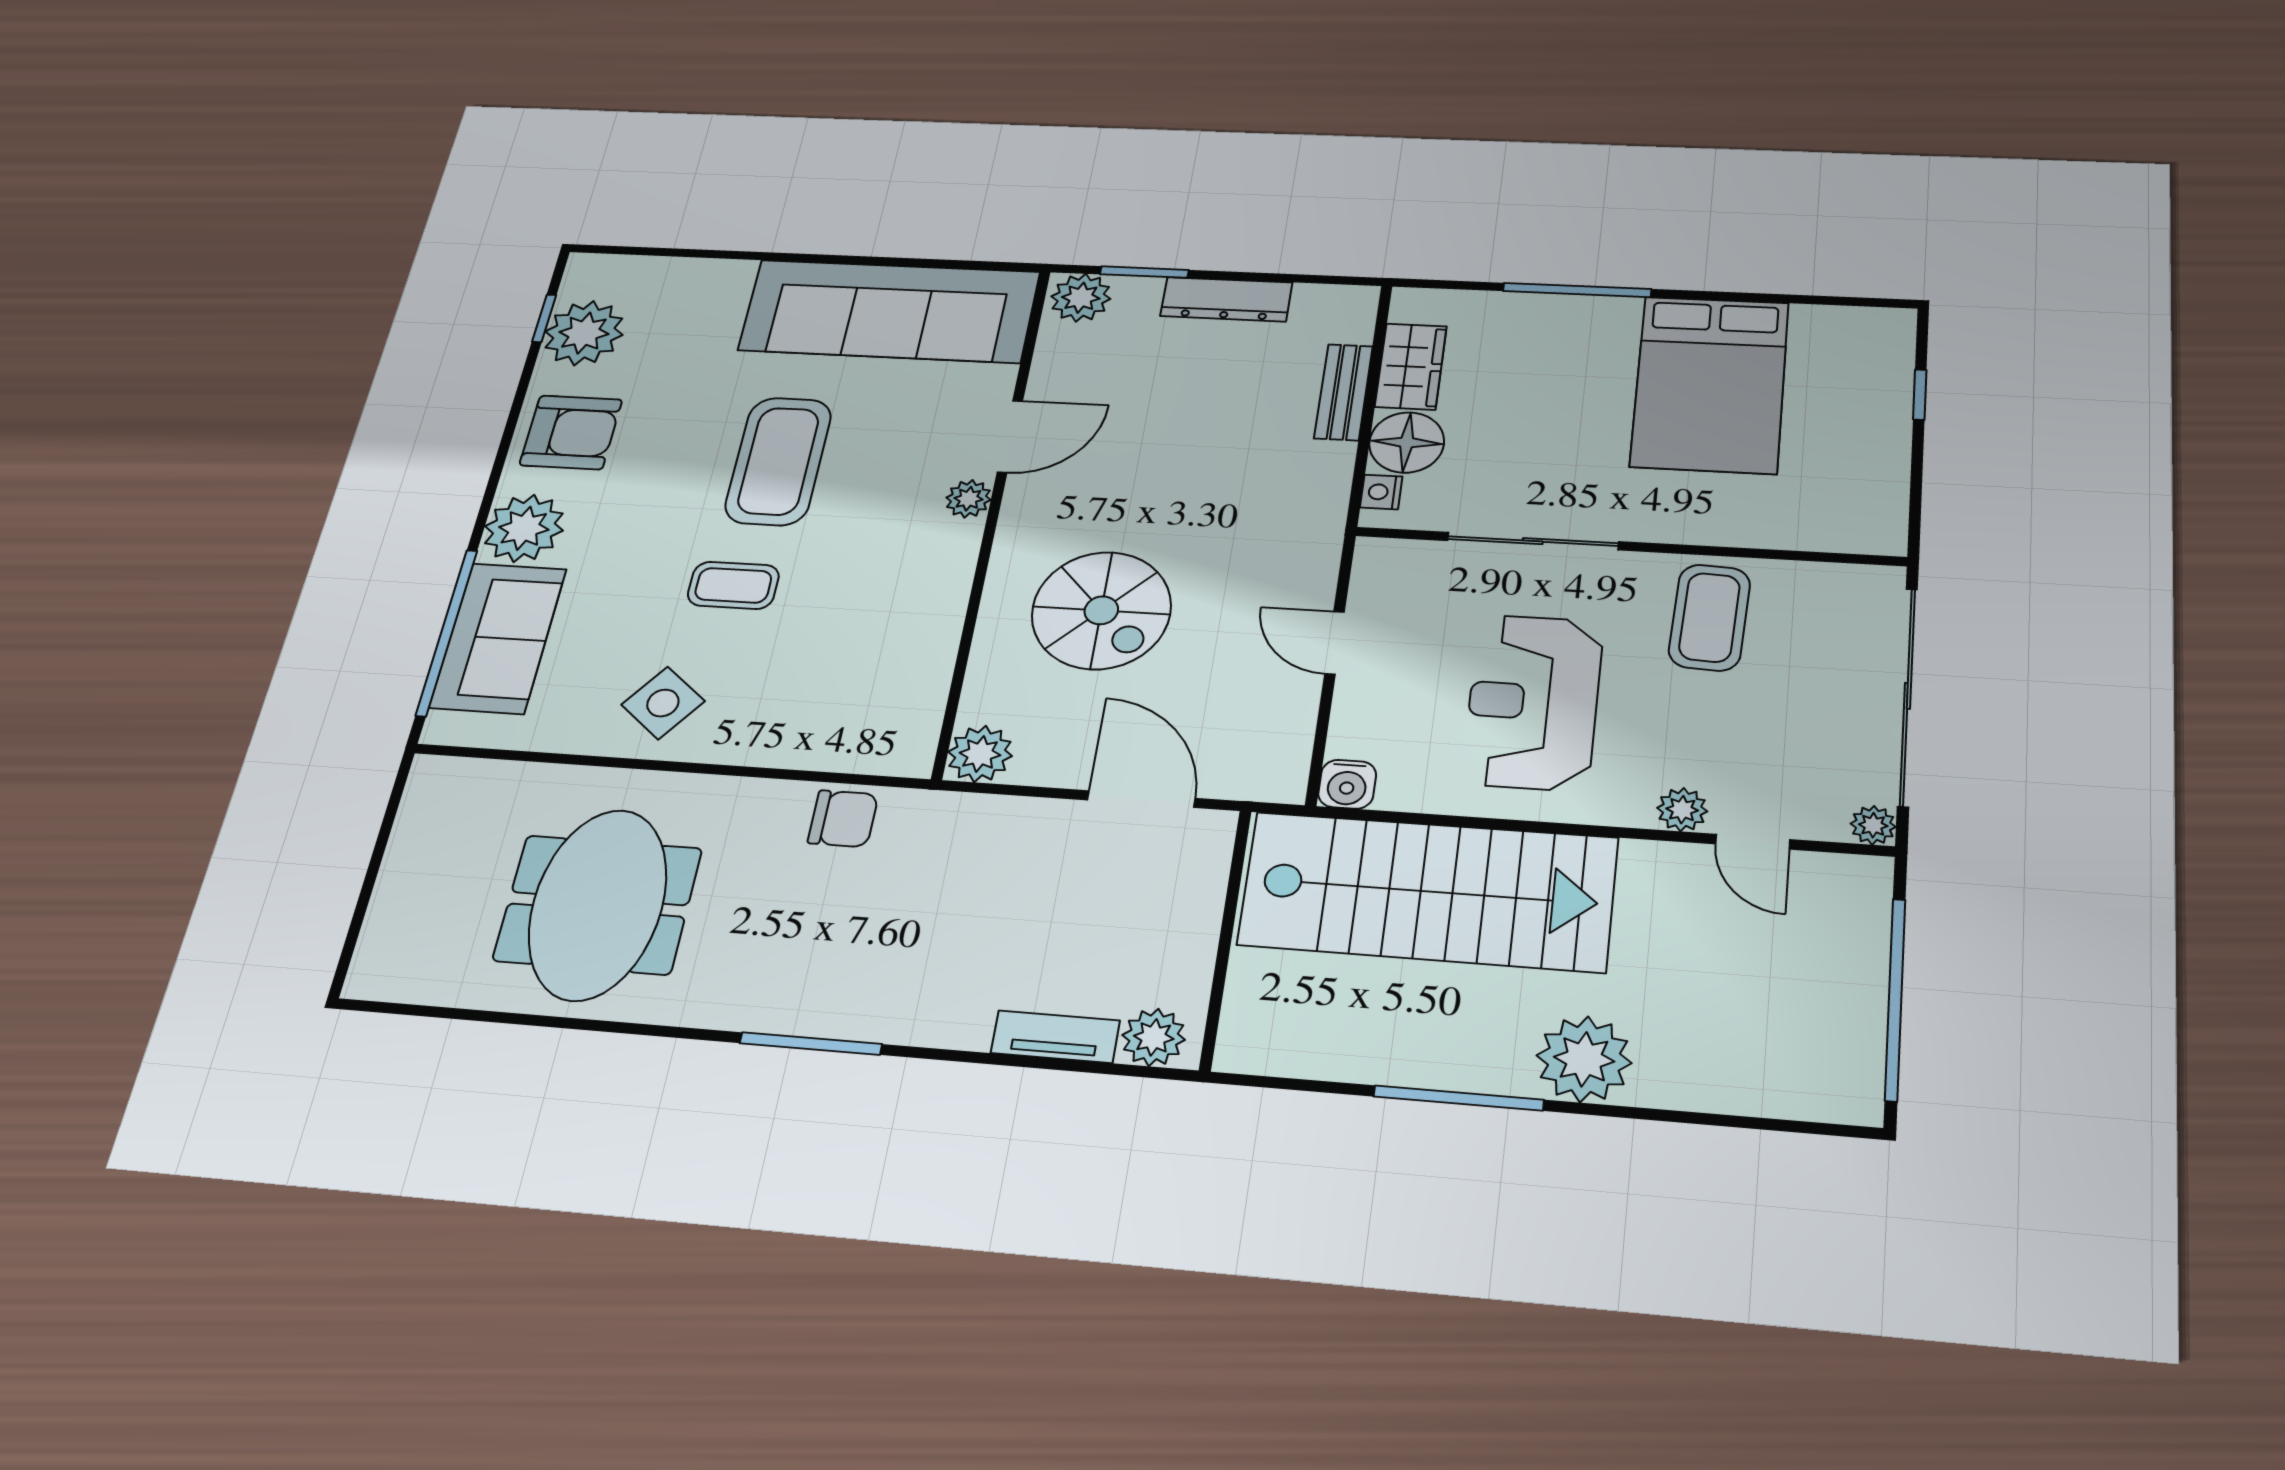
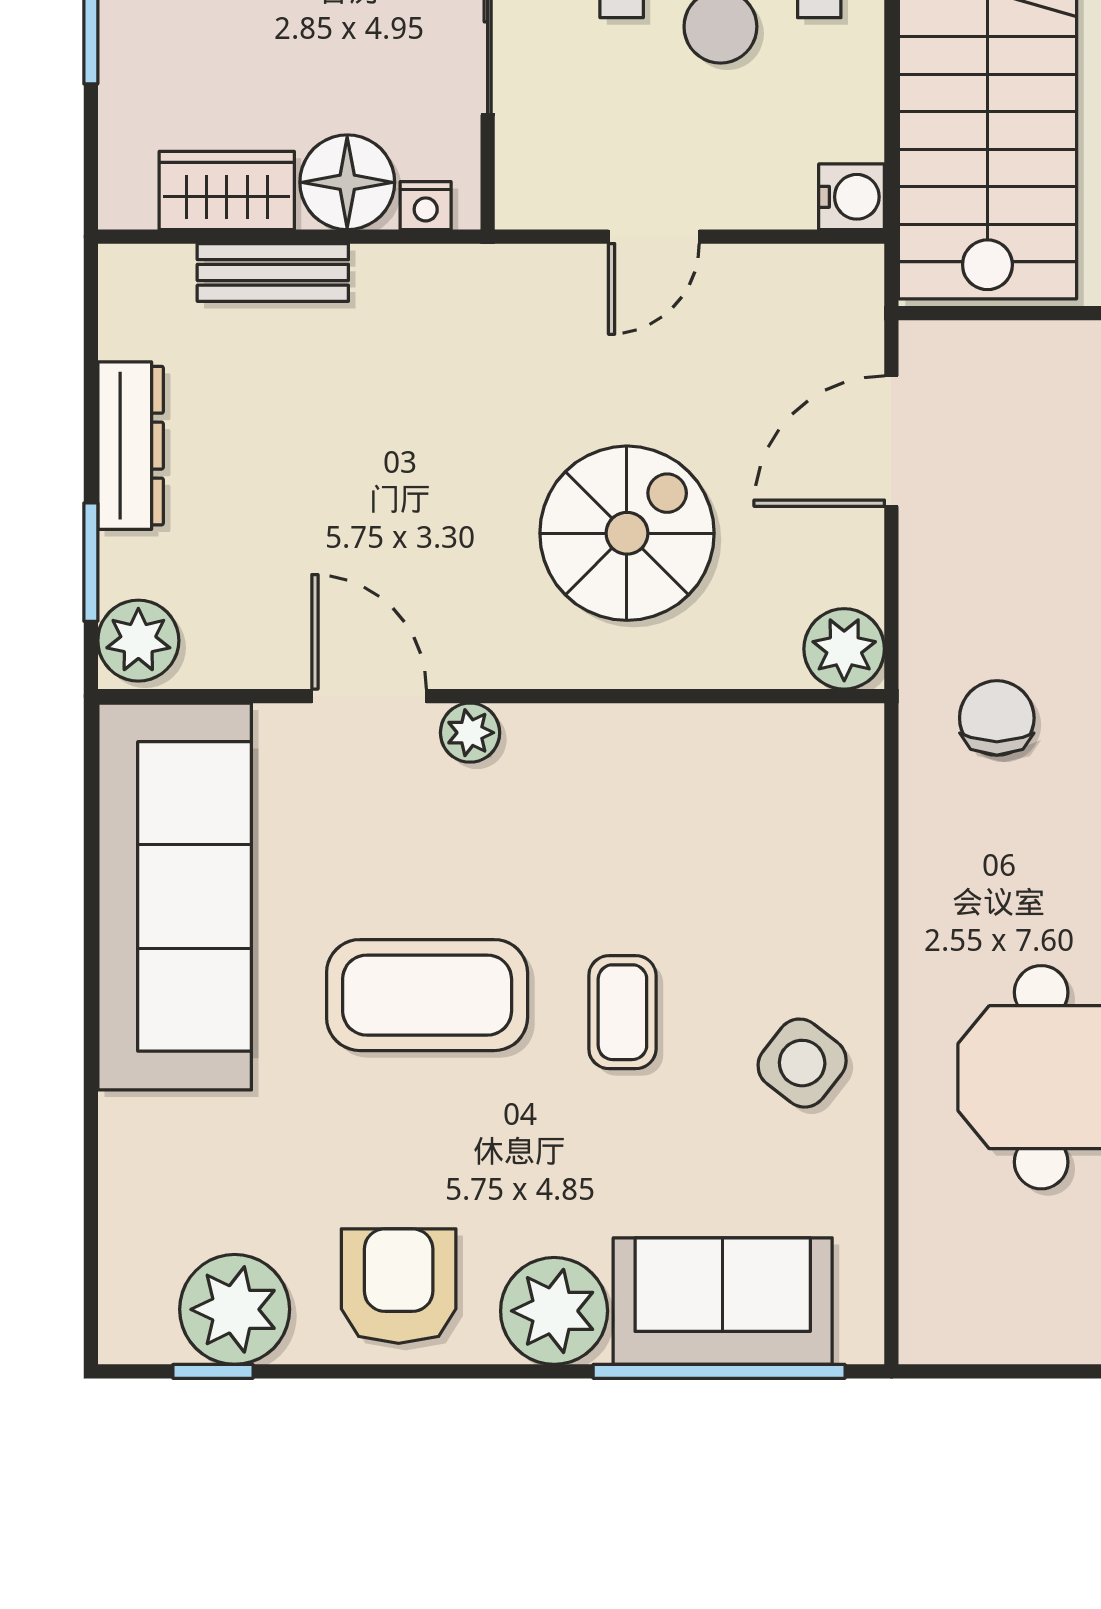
chair: (843, 819) -> (997, 718), moved

